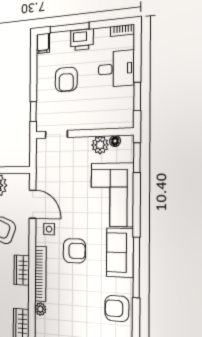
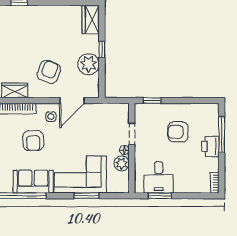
filing cabinet: (43, 43) -> (211, 109), removed
desk: (116, 69) -> (159, 177), moved
doorway: (56, 134) -> (132, 134), moved
floor lamp: (115, 141) -> (124, 150), moved
window: (137, 158) -> (87, 196), moved

